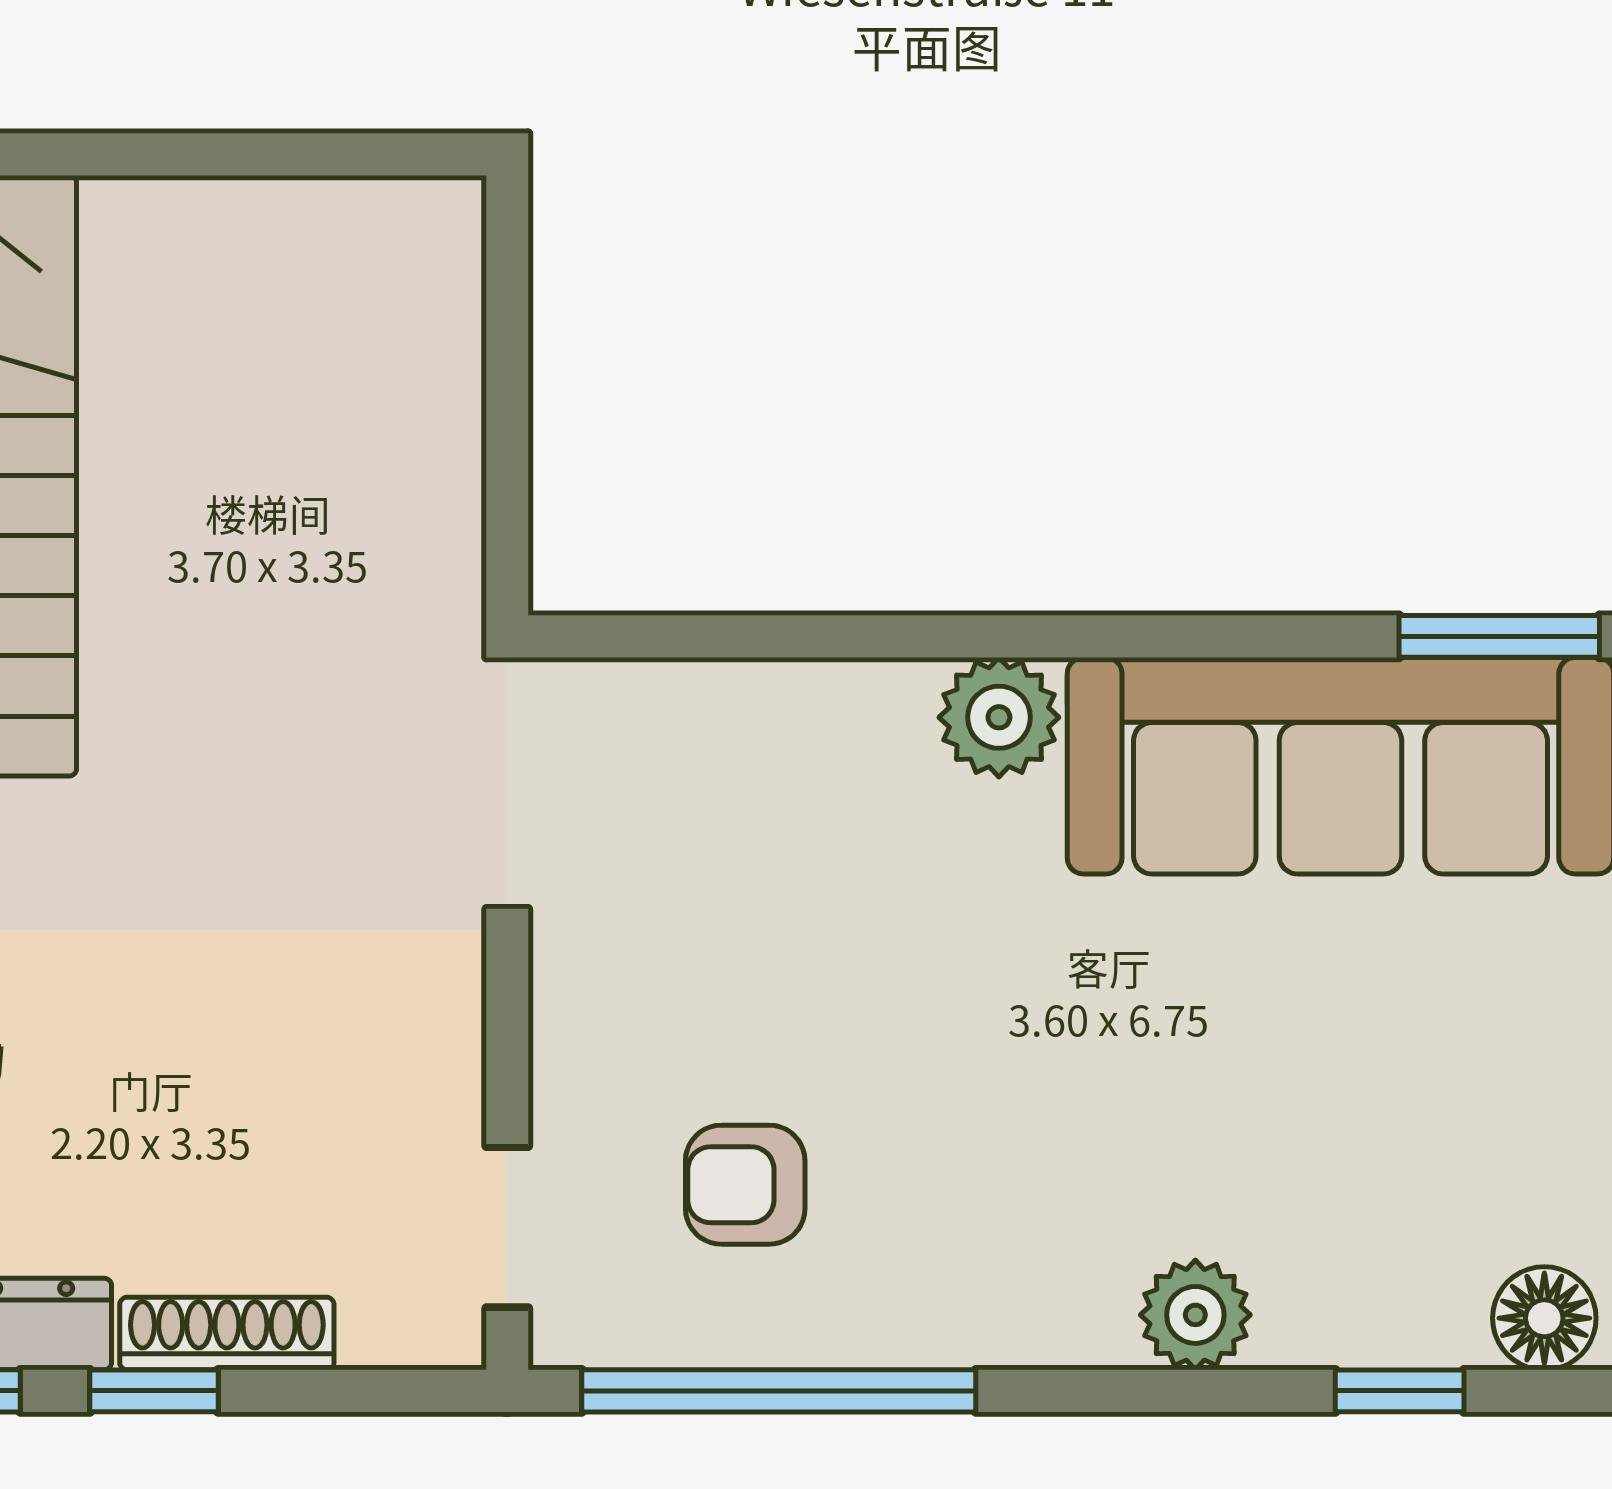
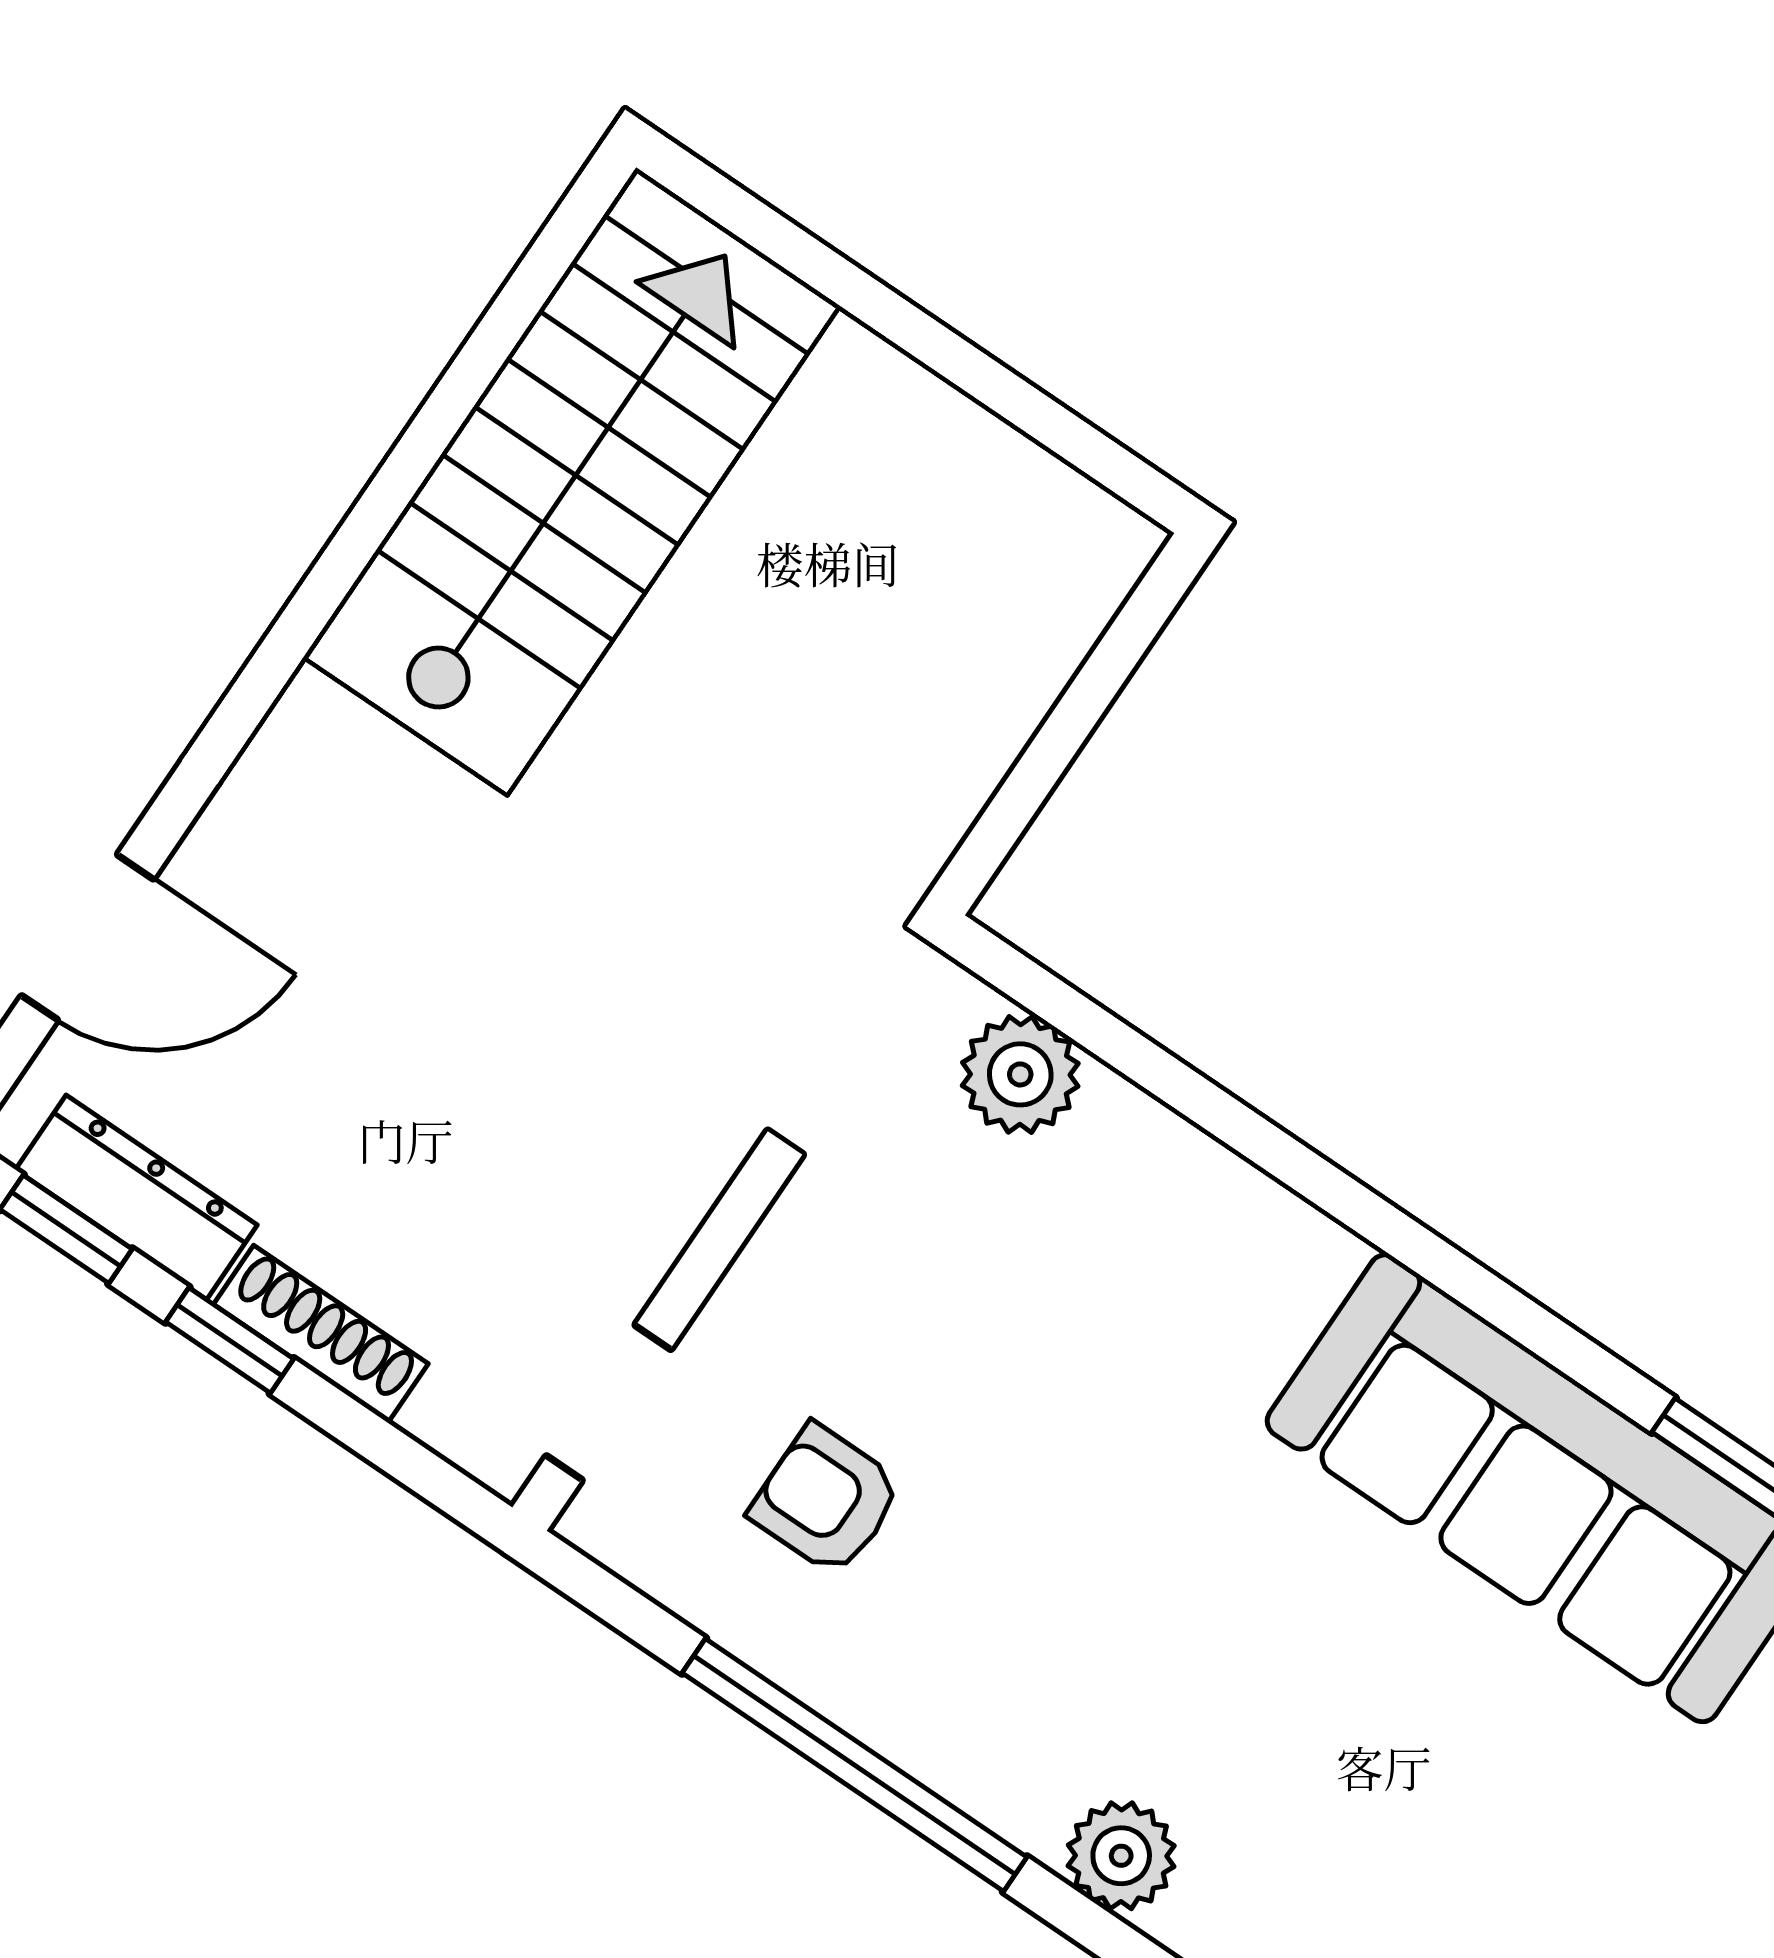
plant: (999, 717) -> (1020, 1074), moved
window: (779, 1391) -> (854, 1765), moved

